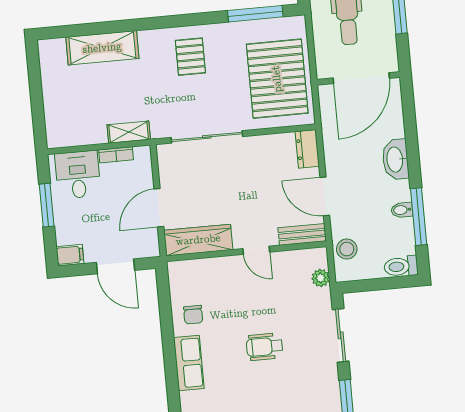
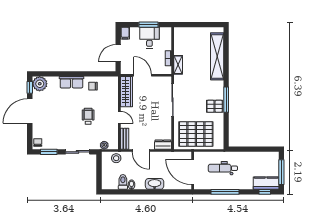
window: (255, 14) -> (226, 100), moved
shelving: (102, 48) -> (217, 56), width x1.47
pallet: (190, 57) -> (215, 106), moved
desk: (78, 175) -> (149, 38), moved, turned -90
door: (325, 196) -> (141, 150), swing flipped
window: (419, 217) -> (128, 192), removed
door: (256, 250) -> (119, 117), swing flipped
toilet: (401, 266) -> (123, 182), moved
wheelchair: (264, 347) -> (88, 116), moved

